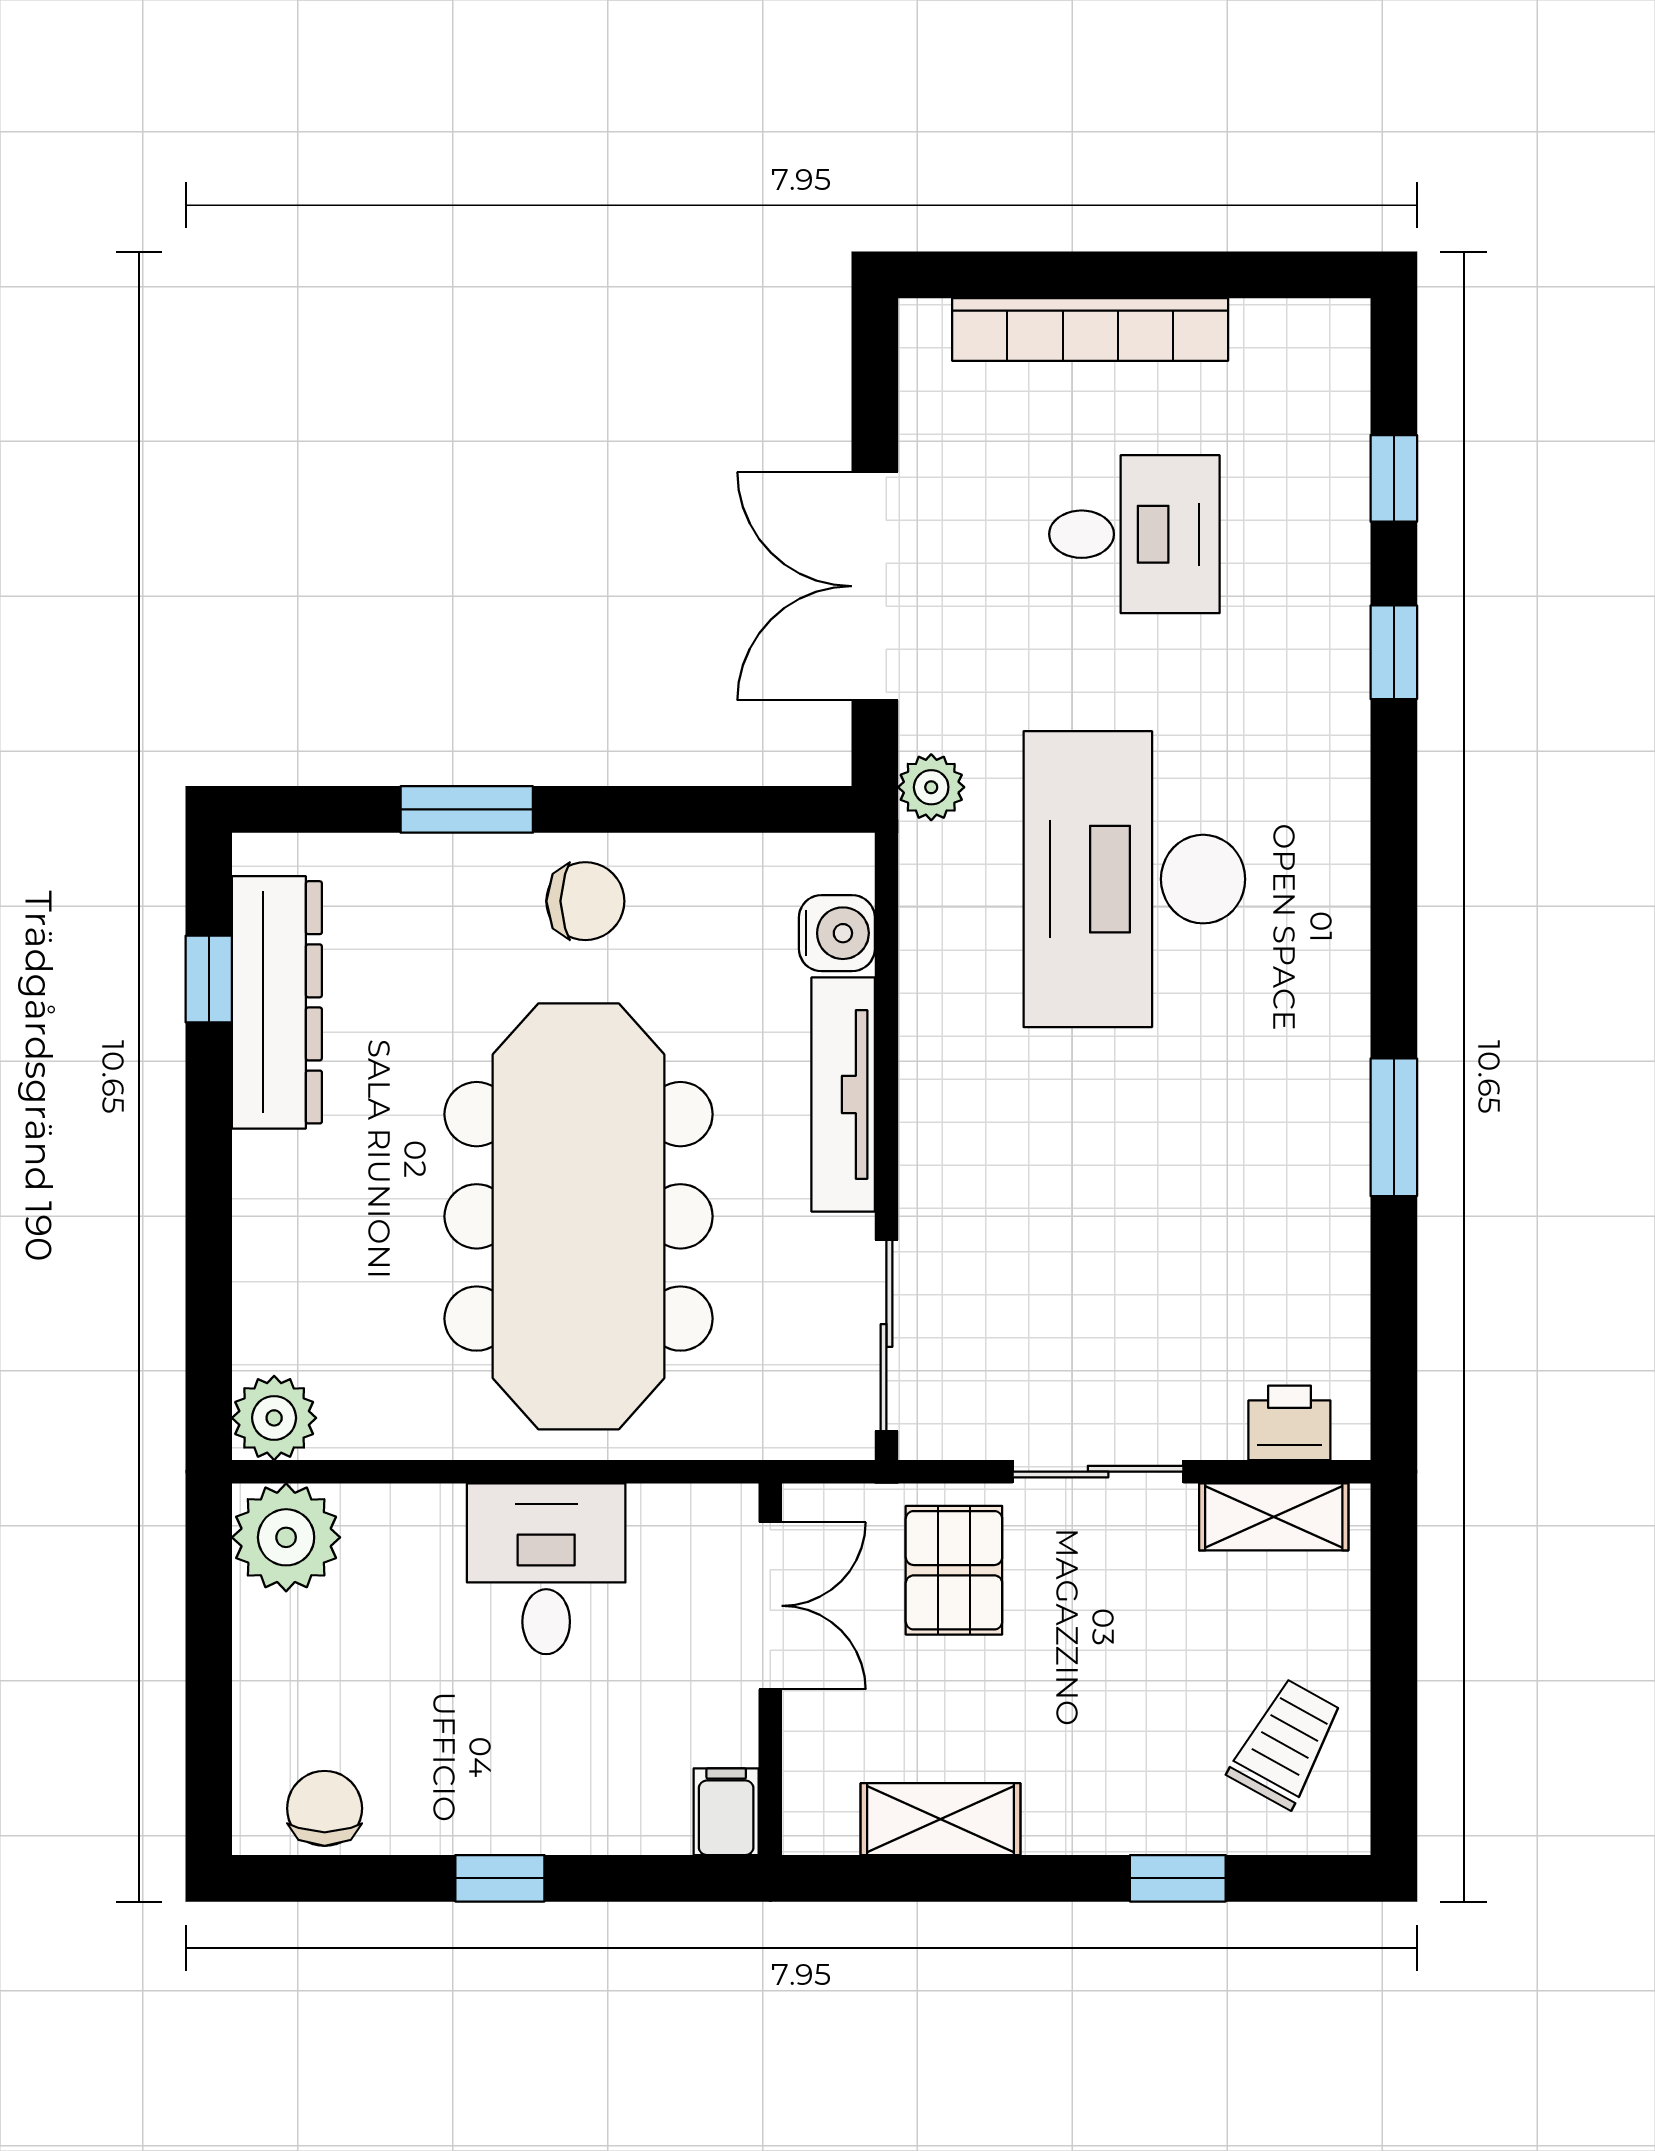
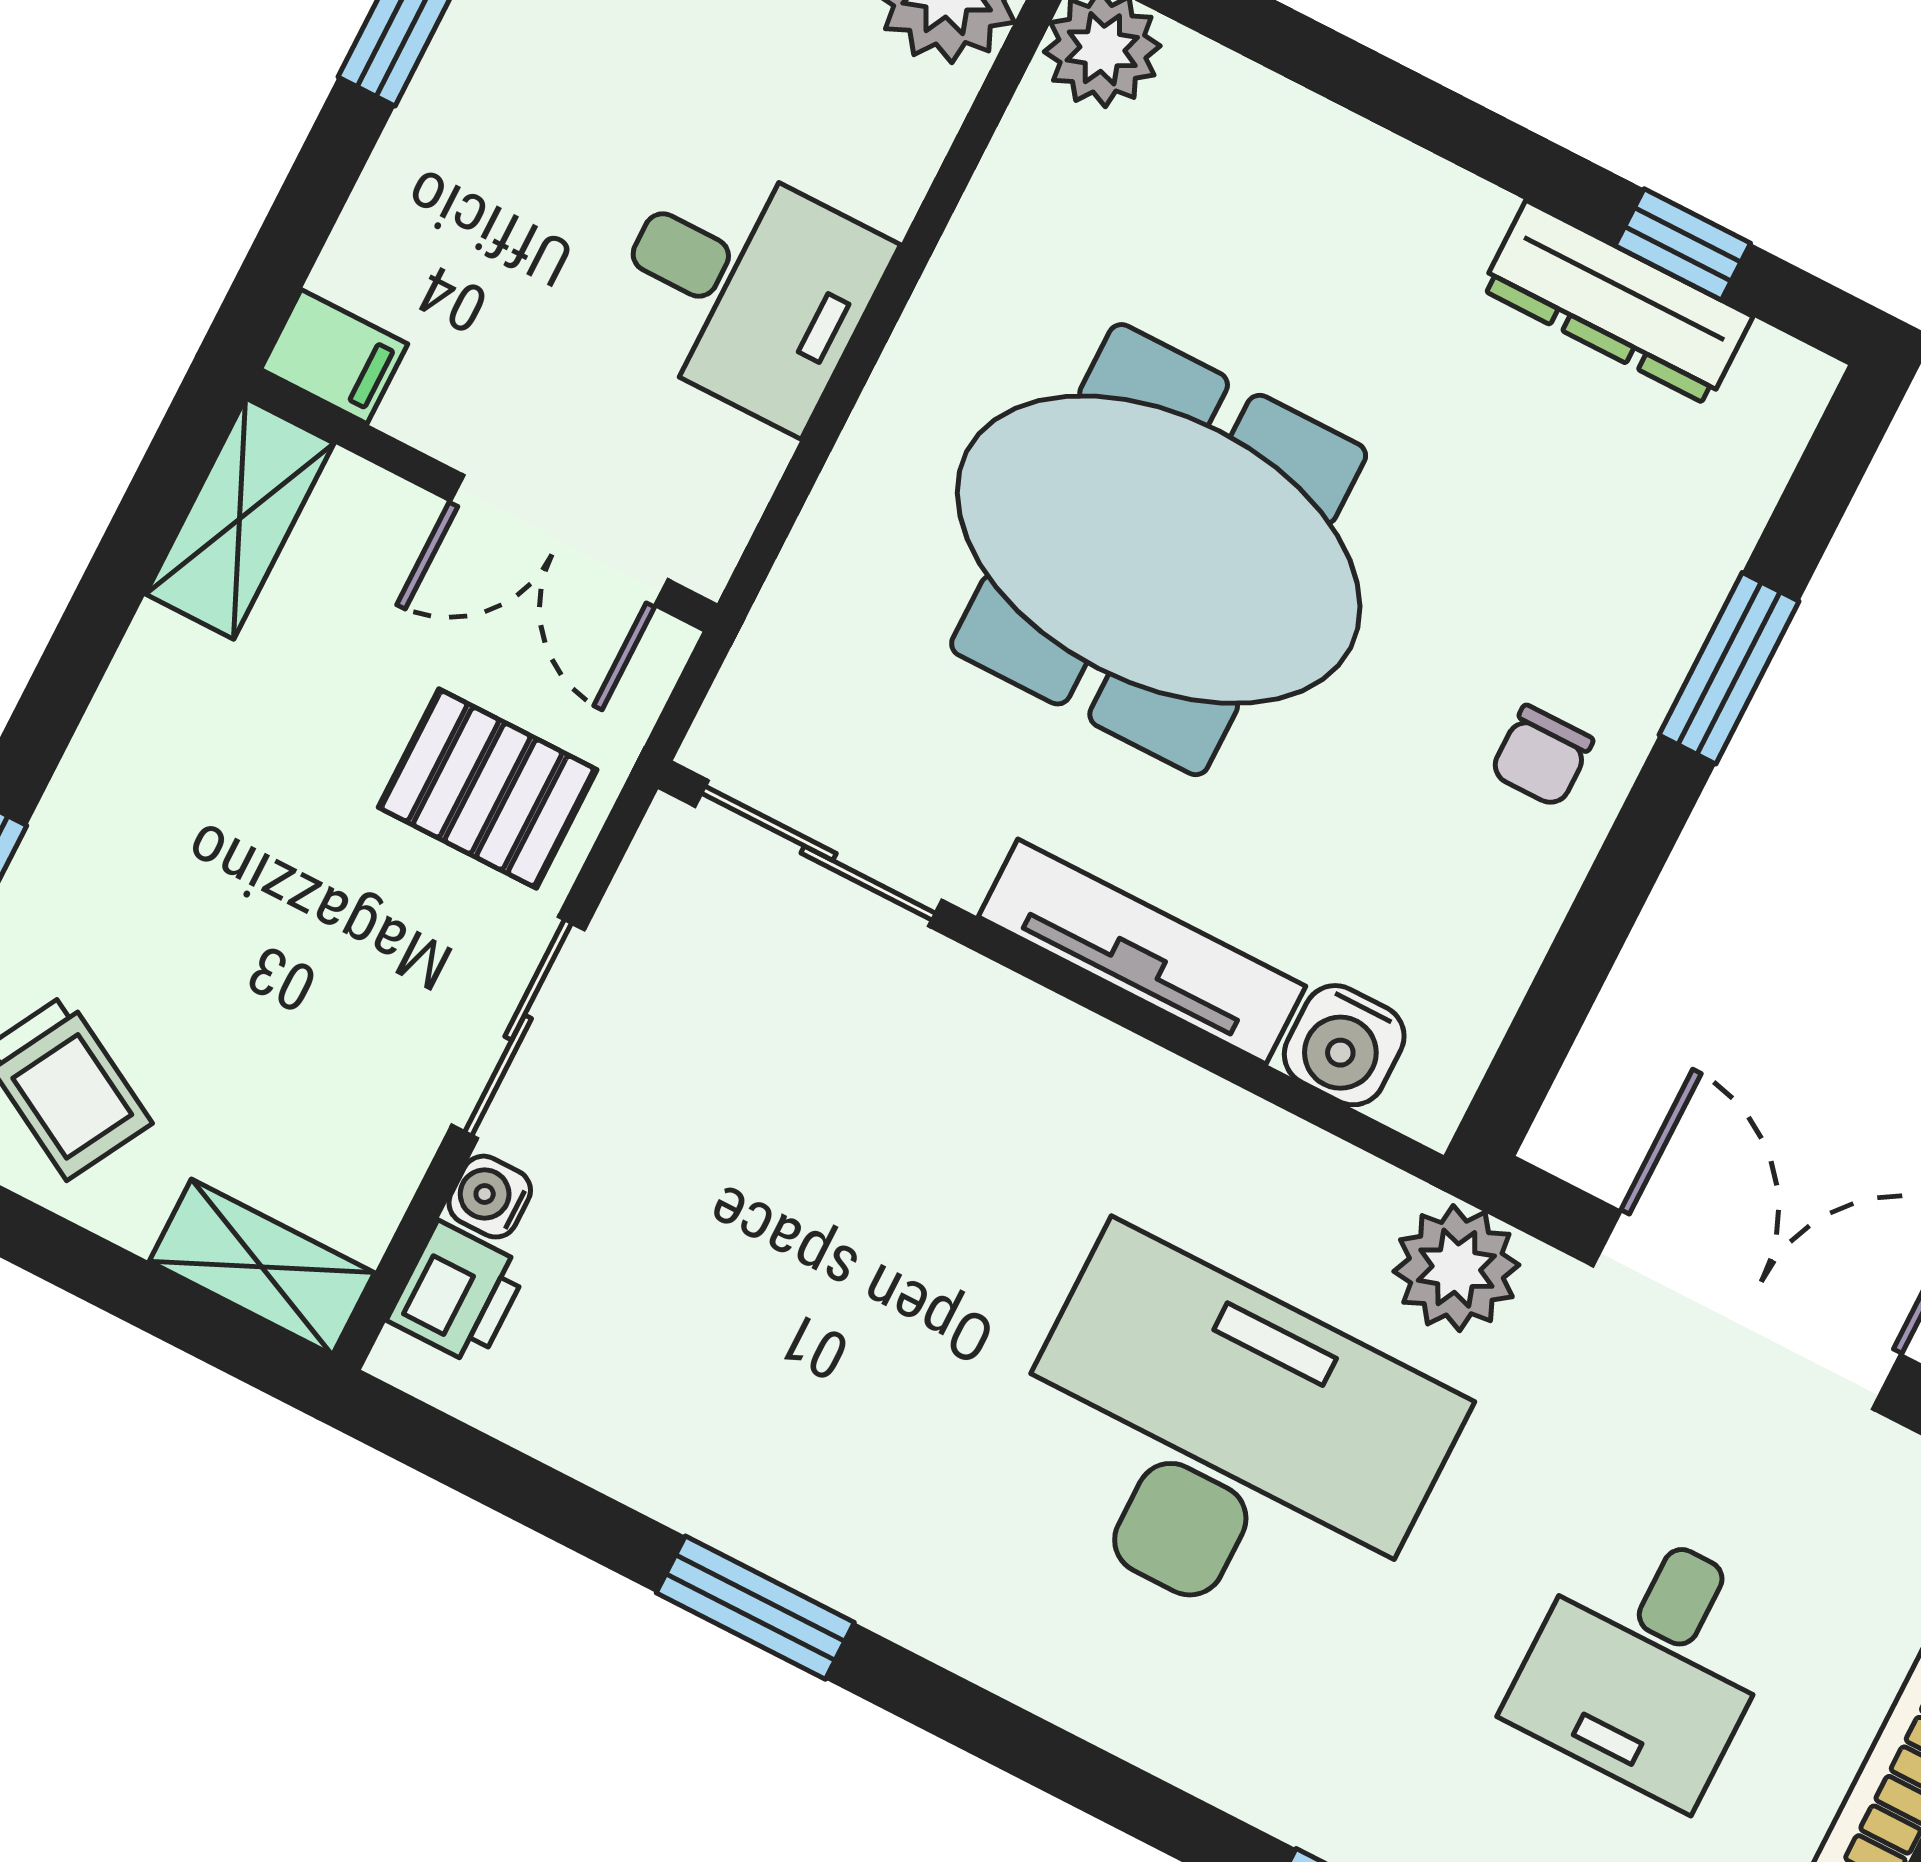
plant: (931, 787) -> (1456, 1268), width x1.38, depth x1.38
chair: (585, 901) -> (1542, 756), width x0.73, depth x0.73
dresser: (277, 1002) -> (1617, 303), width x0.73, depth x0.80
meeting table: (579, 1216) -> (1159, 550), width x0.73
water cooler: (1216, 1434) -> (490, 1197), added
shelving: (1274, 1517) -> (262, 1267), moved, turned 90
shelving: (940, 1819) -> (240, 519), moved

